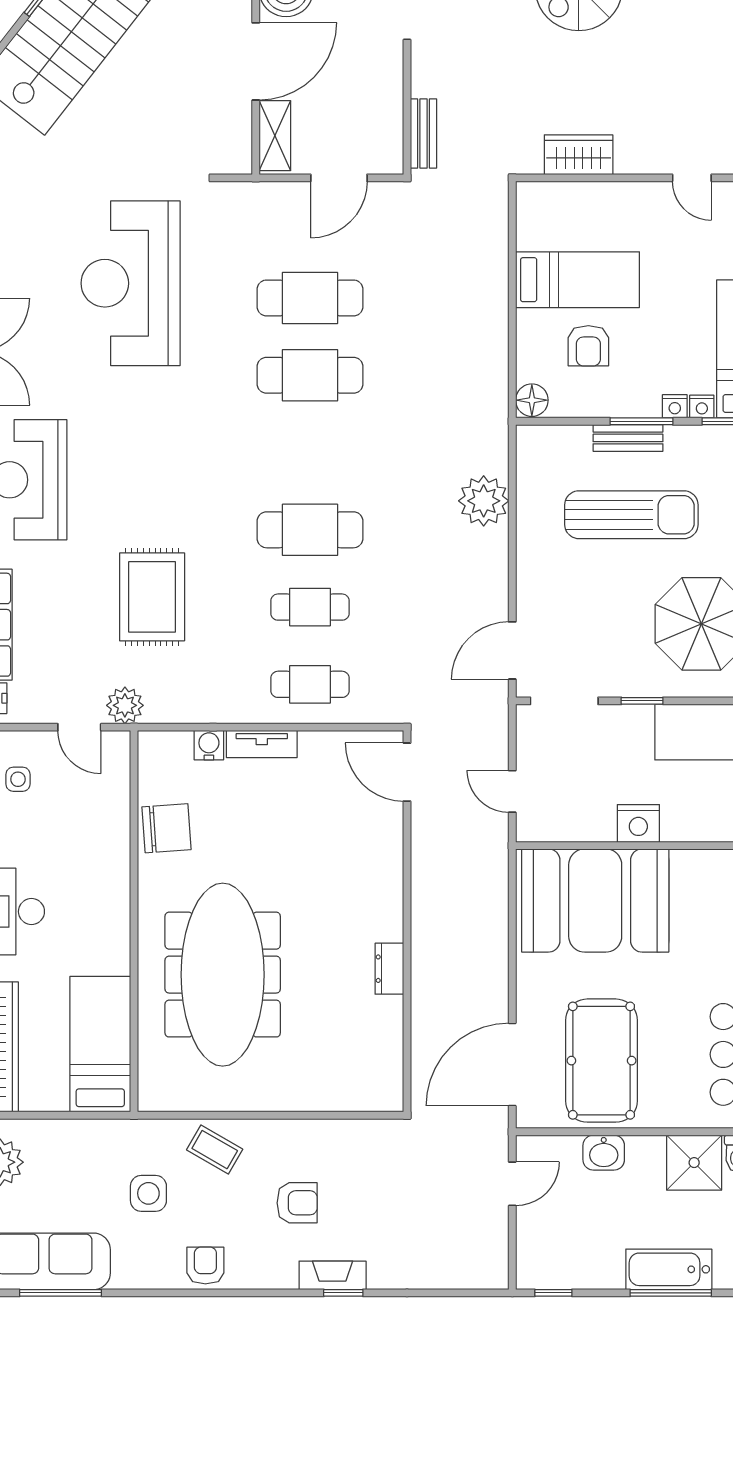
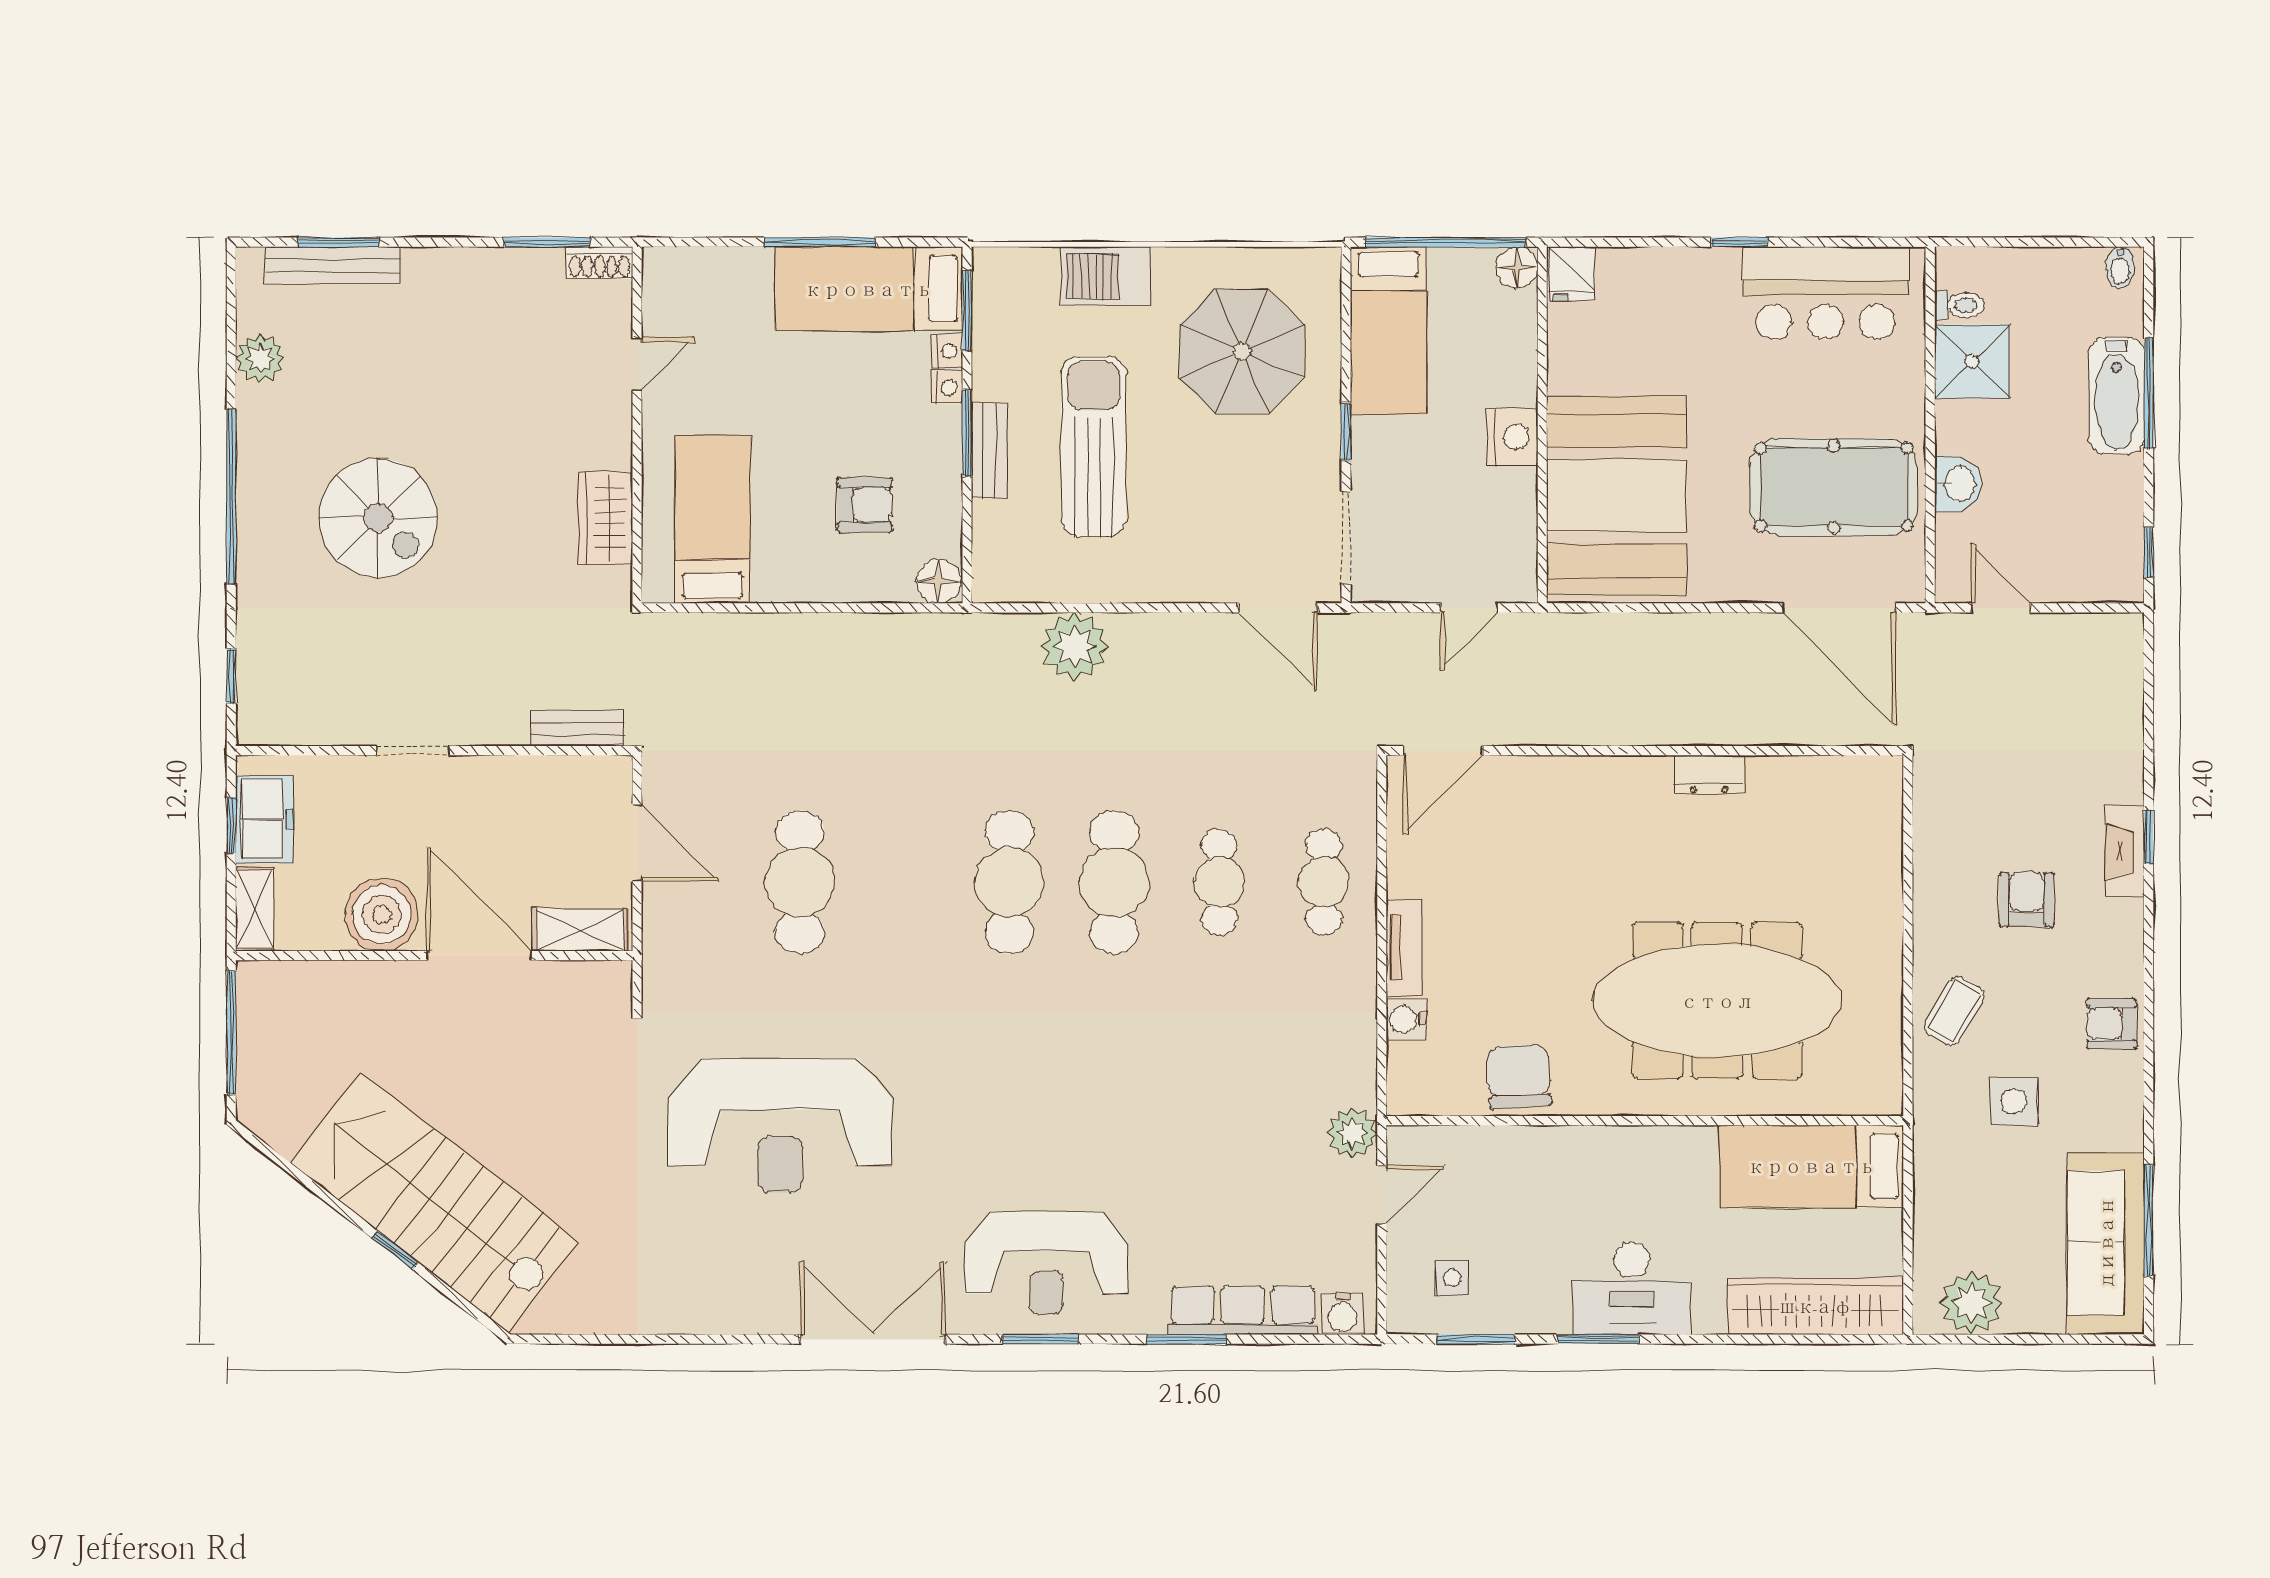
bed: (577, 280) -> (713, 519), moved
cafe table: (310, 375) -> (1009, 882), moved
rug: (152, 597) -> (1205, 1096), removed

